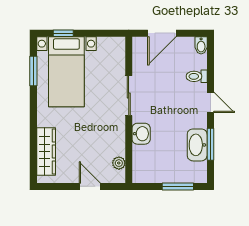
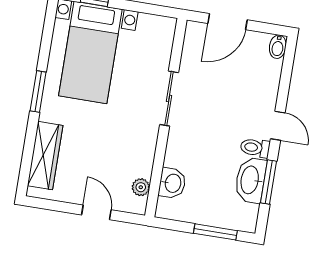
window: (33, 71) -> (38, 92), moved
toilet: (197, 76) -> (255, 148), moved
washbasin: (141, 134) -> (172, 183), moved

